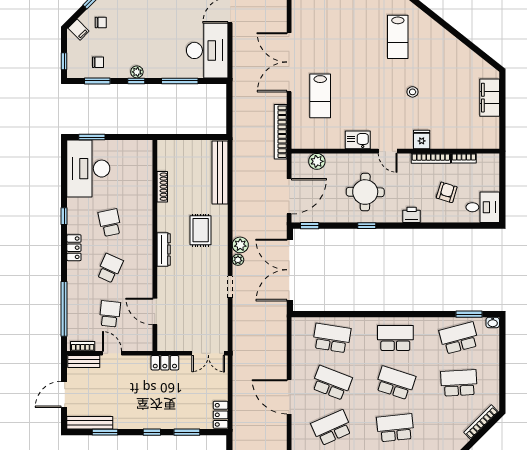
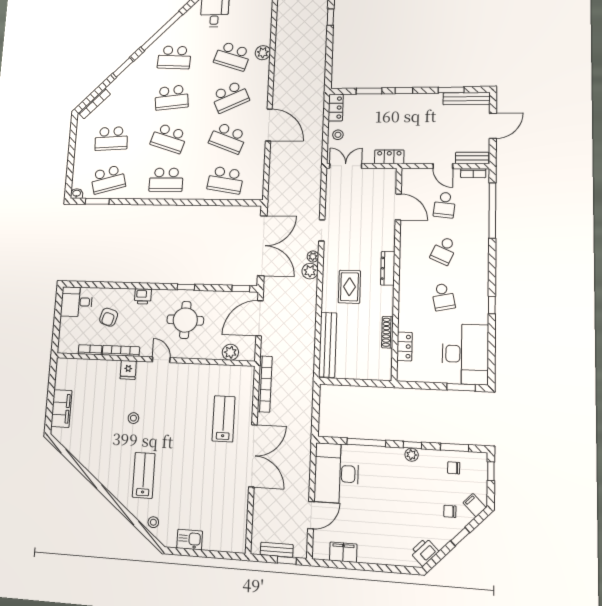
kitchen sink: (358, 140) -> (189, 372), removed
locker: (74, 248) -> (405, 346), moved, turned 180
stool: (217, 386) -> (338, 135), added

